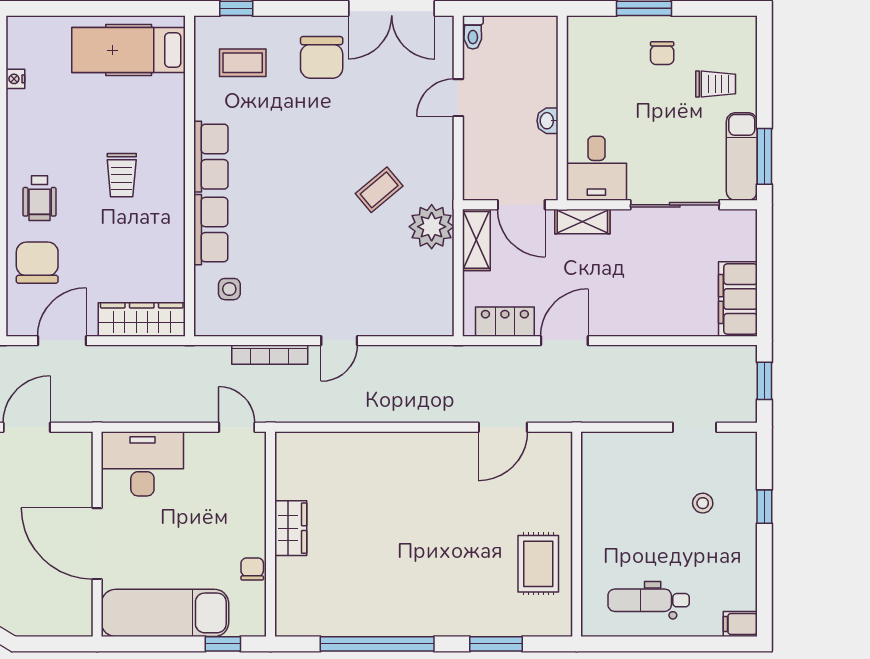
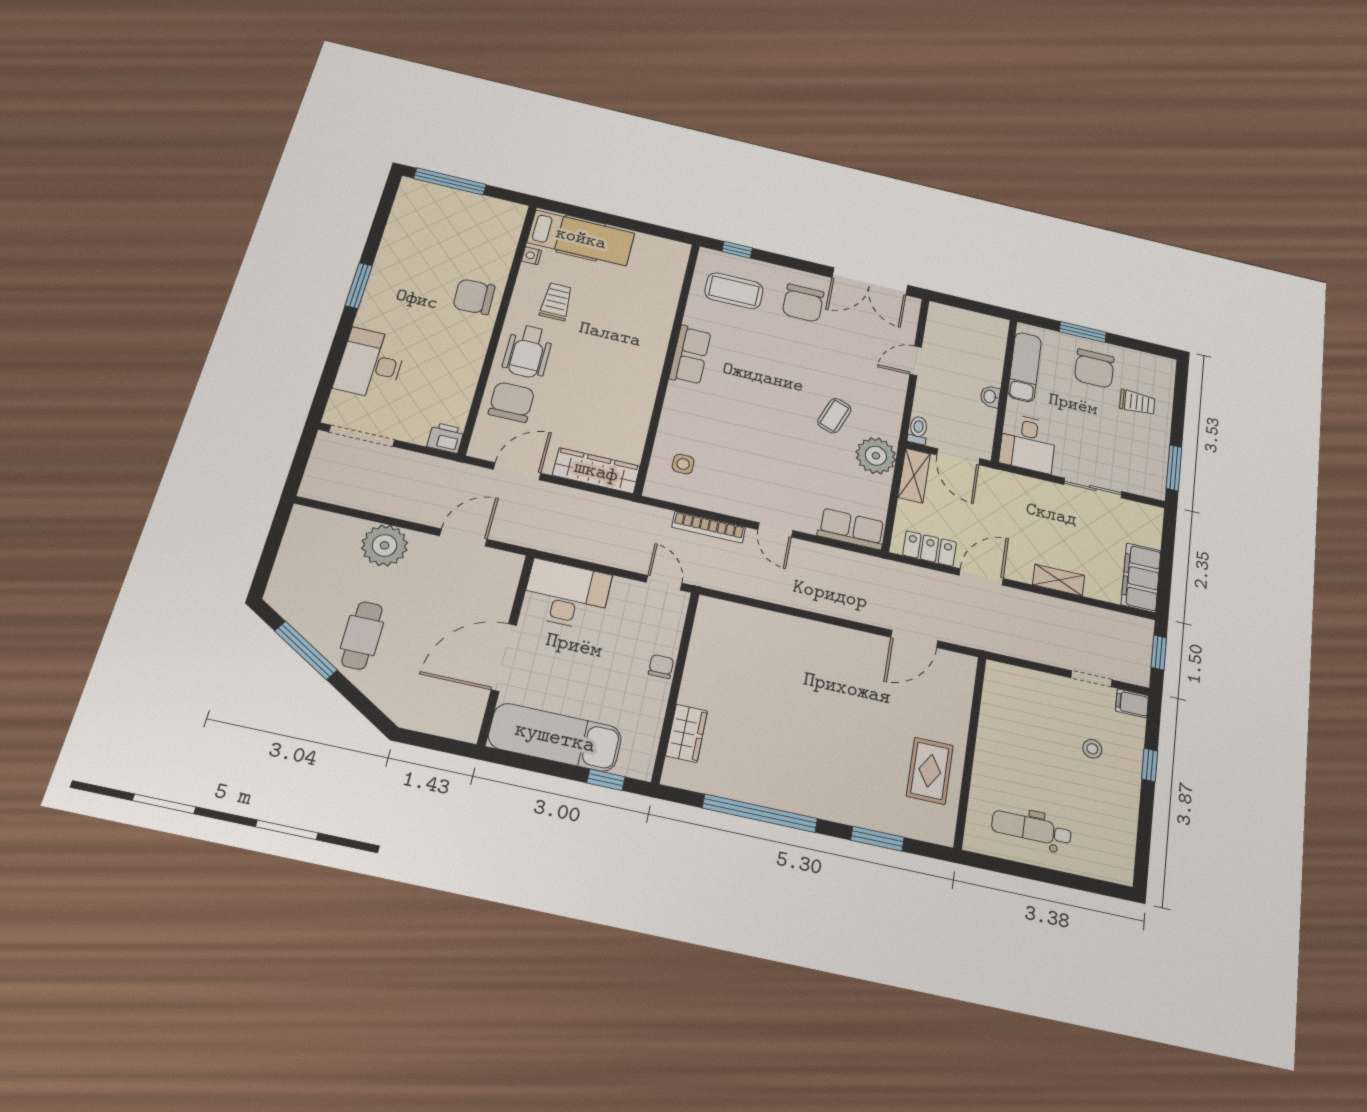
toilet: (473, 32) -> (918, 430), moved, turned 180
hospital bed: (129, 50) -> (581, 238), moved, turned 180
chair: (662, 53) -> (1094, 369), width x1.87, depth x1.87
coffee table: (243, 63) -> (734, 291), width x1.36, depth x1.30
exam couch: (742, 157) -> (1025, 367), moved, turned 180
trolley: (122, 175) -> (556, 302), moved, turned 180
coffee table: (379, 190) -> (834, 416), turned -30
wheelchair: (40, 198) -> (528, 351), width x1.36, depth x1.37
sliding door: (675, 205) -> (1093, 488), width x0.73
shelving: (582, 222) -> (1059, 580), moved
row of seats: (211, 230) -> (851, 529), moved, turned -90
door: (339, 341) -> (775, 530), hinge flipped
wardrobe: (291, 528) -> (687, 733), moved
door: (97, 544) -> (504, 657), hinge flipped
chair: (252, 569) -> (661, 666), moved
filing cabinet: (740, 624) -> (1132, 703), moved

